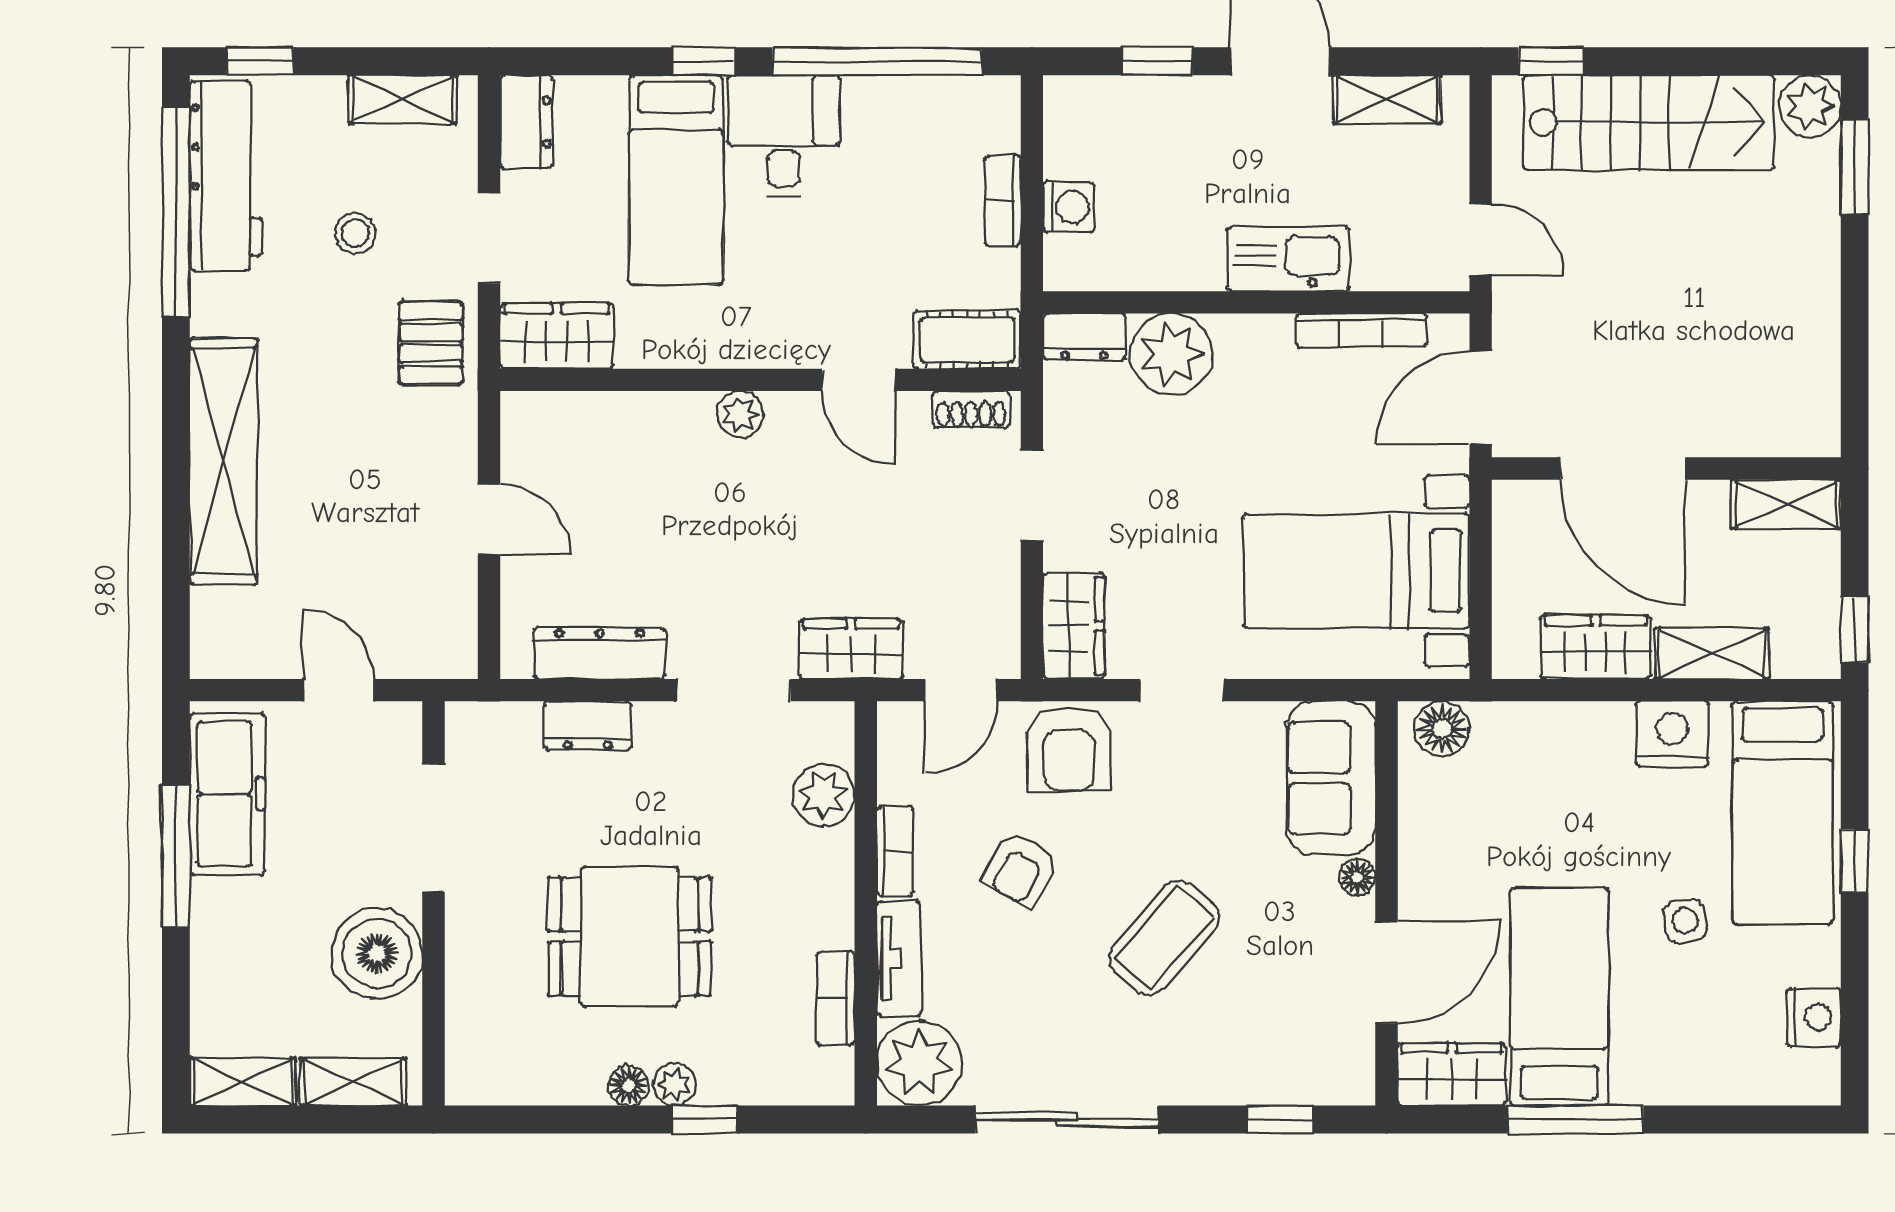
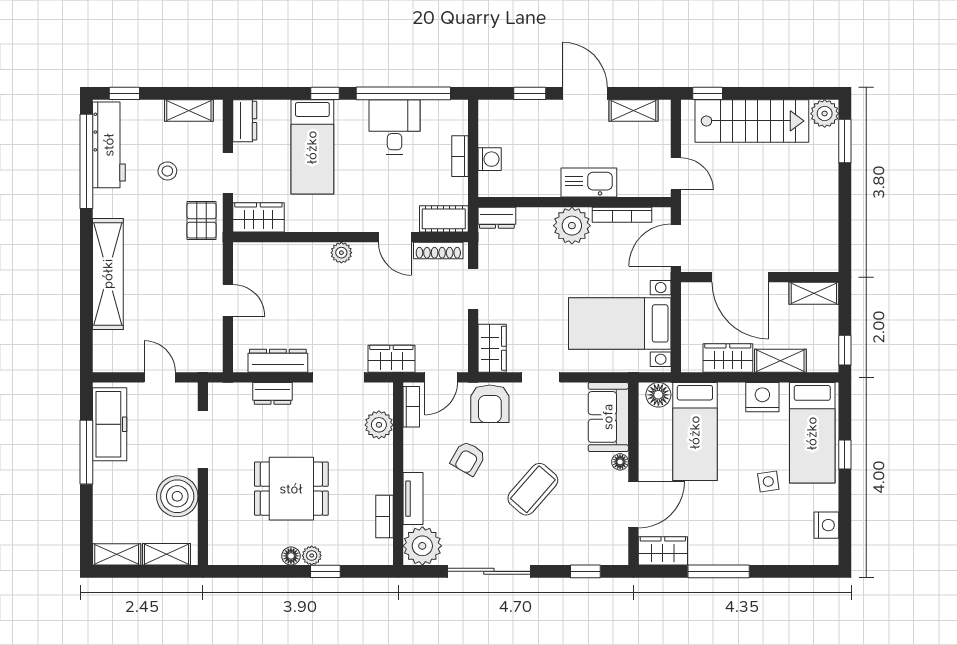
desk: (784, 136) -> (395, 127), moved
plant: (1171, 354) -> (572, 226), moved
shoe rack: (971, 410) -> (438, 251), width x1.43
bookcase: (895, 851) -> (411, 407), moved
bed: (1559, 997) -> (695, 432), moved, turned 180

